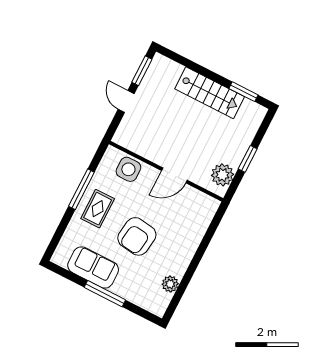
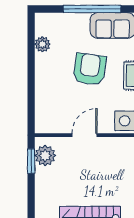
window: (248, 159) -> (31, 161), moved
window: (105, 294) -> (92, 9), width x1.46

